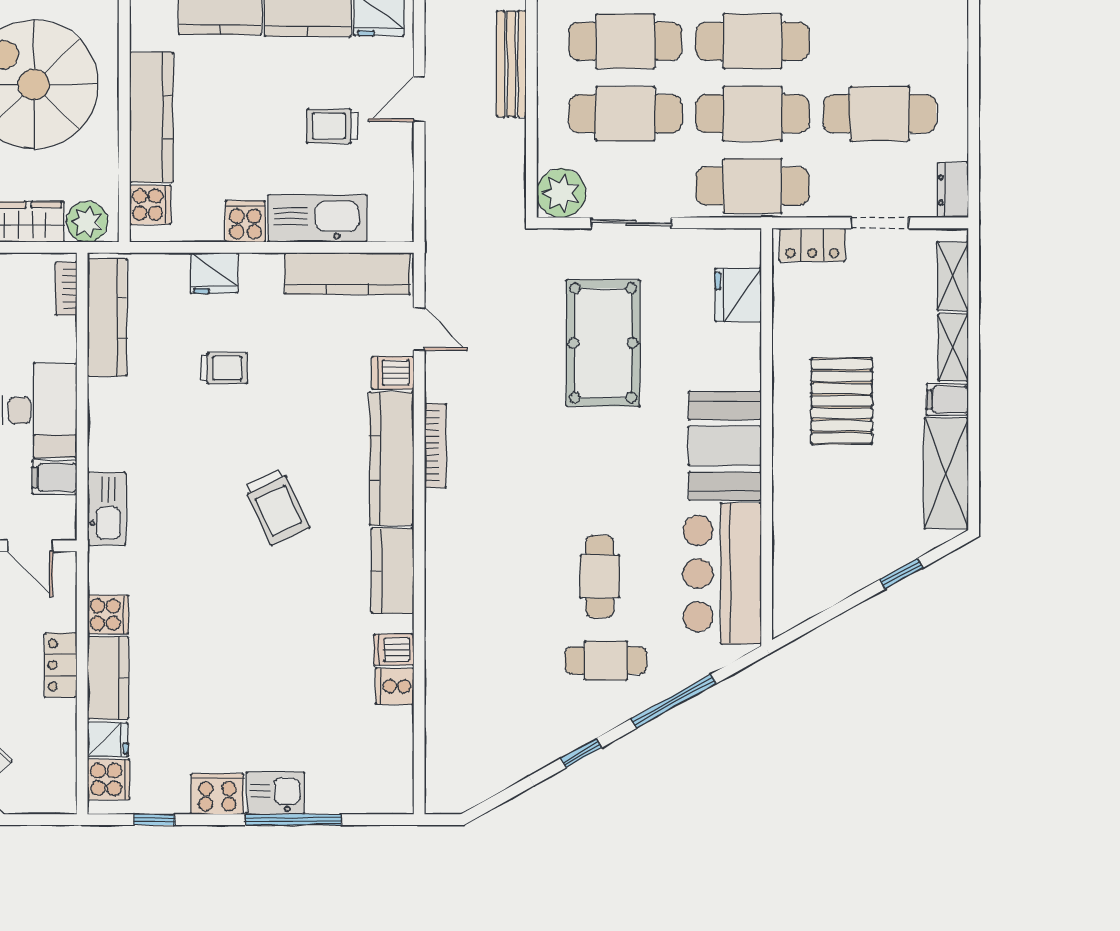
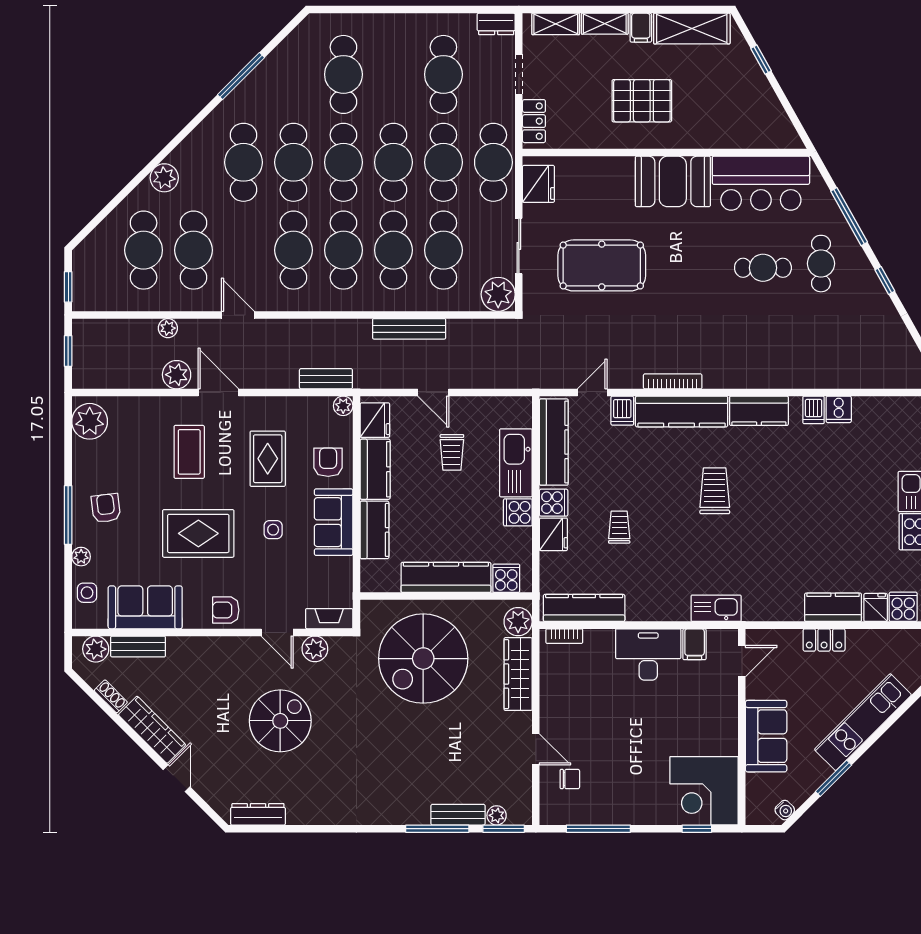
fridge: (738, 295) -> (538, 184), moved, turned -90
trolley: (277, 507) -> (715, 491), turned -65
cooker: (108, 615) -> (554, 503), moved, turned 90

